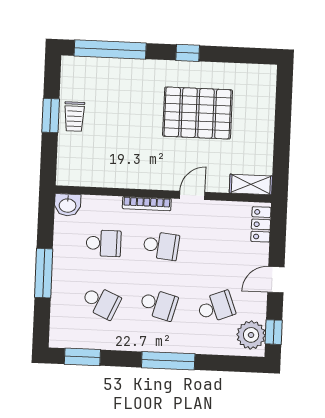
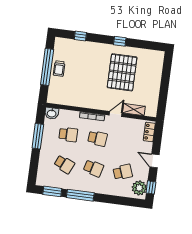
window: (110, 49) -> (80, 36), width x0.32
pallet: (198, 113) -> (122, 72), turned 90
window: (51, 116) -> (47, 67), width x2.11
shelving: (251, 184) -> (134, 110), moved
window: (44, 273) -> (38, 136), moved
door: (276, 280) -> (154, 161), hinge flipped
window: (168, 361) -> (80, 195), moved

